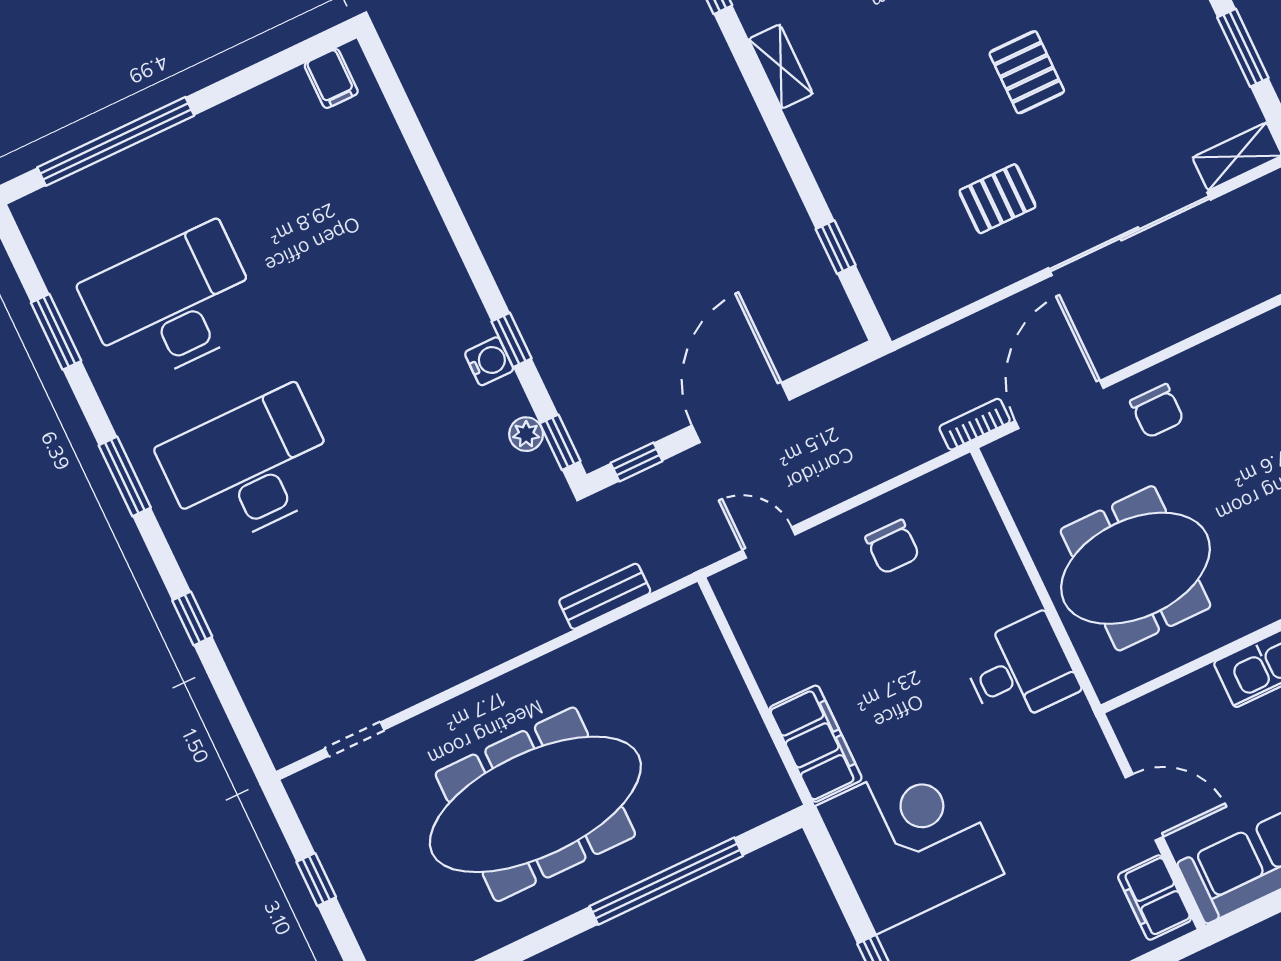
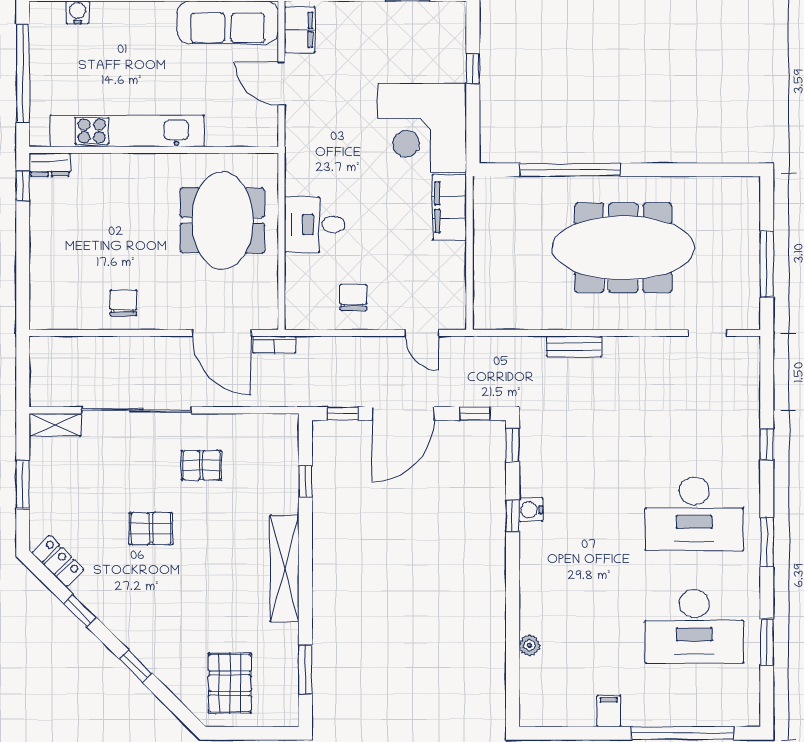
shelving: (781, 66) -> (284, 568), width x2.20, depth x1.33
pallet: (1027, 72) -> (151, 529), turned 90
filing cabinet: (331, 78) -> (609, 711), moved
window: (828, 371) -> (343, 414), added
door: (1059, 405) -> (221, 333), hinge flipped
chair: (1157, 411) -> (124, 303), moved
plant: (526, 434) -> (530, 645), moved
meeting table: (1135, 568) -> (222, 220), turned 90
bench: (605, 596) -> (574, 346), moved
desk: (1020, 670) -> (315, 225), moved
window: (316, 880) -> (767, 264), width x2.17

